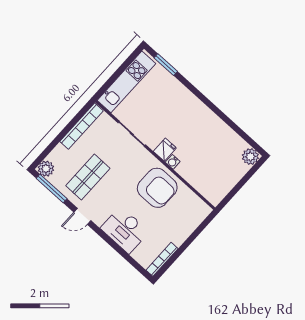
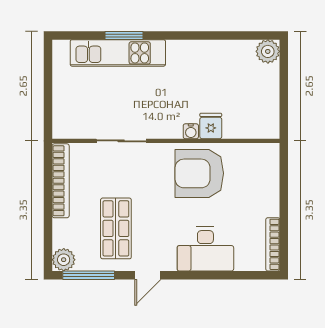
window: (166, 65) -> (124, 35), moved
kitchen unit: (126, 82) -> (118, 53), moved, turned 90
fridge: (165, 150) -> (211, 126), moved
armchair: (157, 188) -> (199, 173), turned 180

